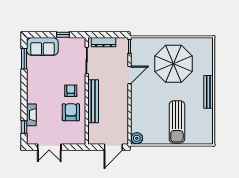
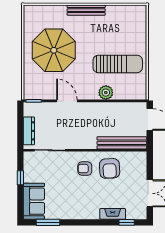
bench: (93, 101) -> (122, 143), moved
armchair: (71, 112) -> (110, 168), turned -93
sun lounger: (177, 122) -> (118, 64), moved
plant: (137, 138) -> (106, 93), moved

